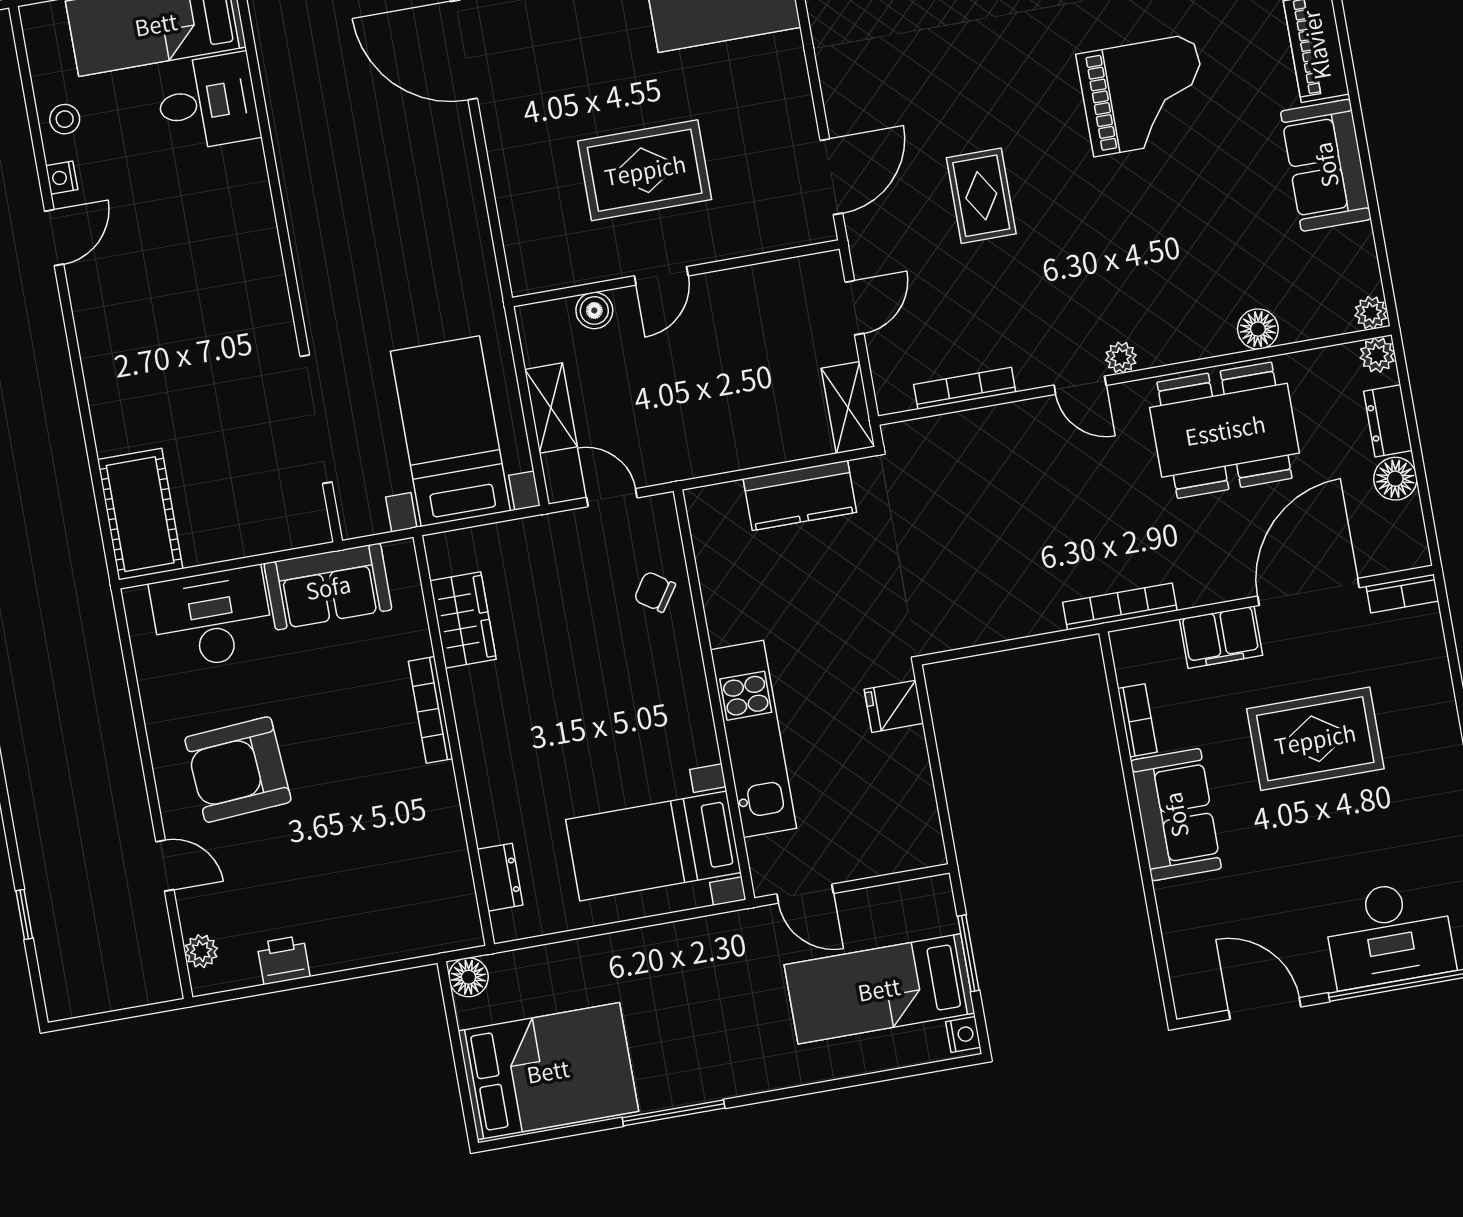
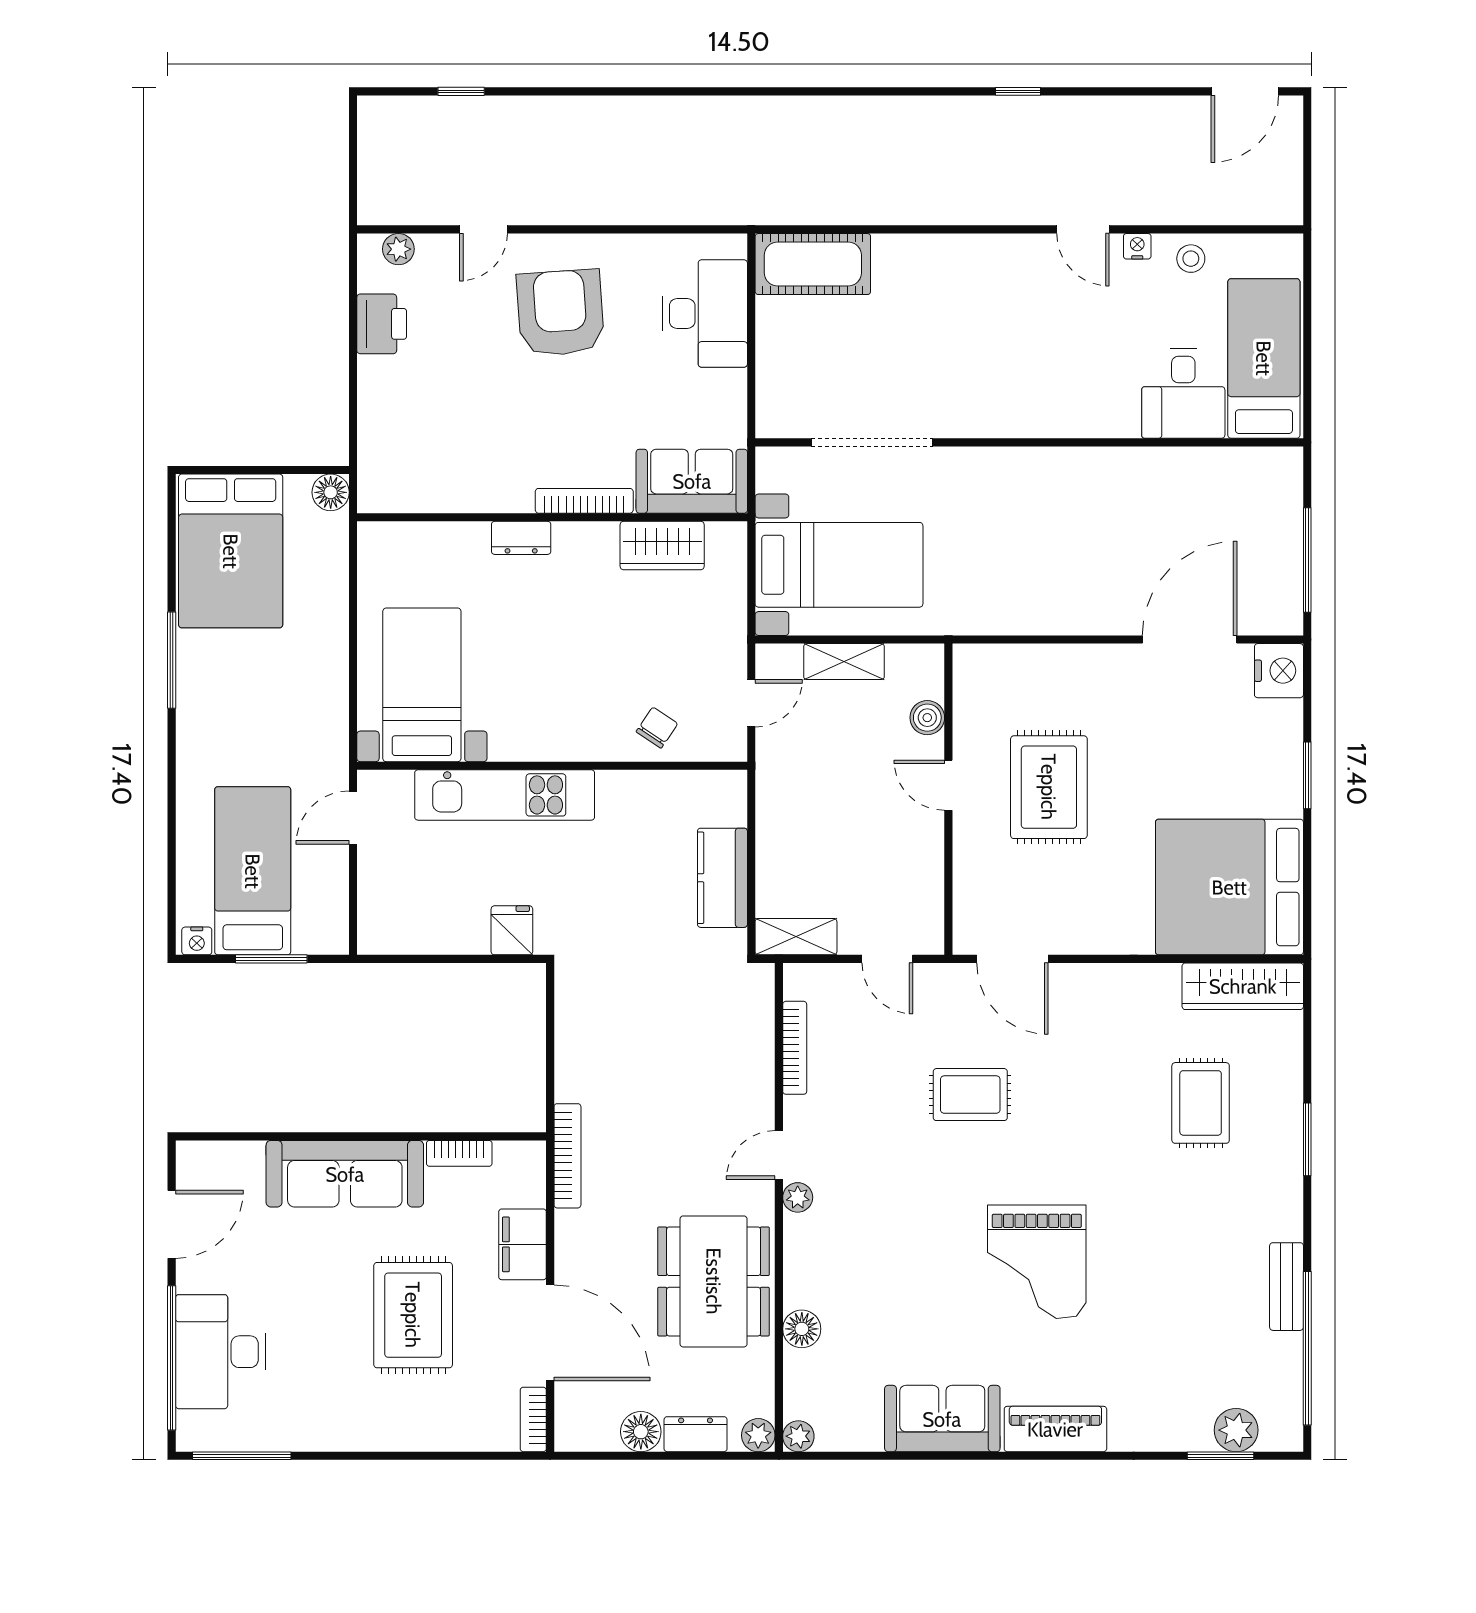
sofa: (328, 587) -> (692, 481), moved, turned 90
sofa: (1176, 815) -> (345, 1174), width x1.36
dresser: (500, 877) -> (521, 538), moved
printer: (283, 960) -> (382, 324), width x1.36, depth x1.24

